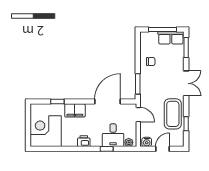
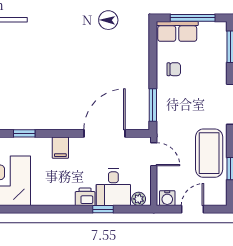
row of seats: (171, 38) -> (177, 31), moved
filing cabinet: (75, 110) -> (60, 148), width x0.50
printer: (84, 141) -> (85, 197), moved

